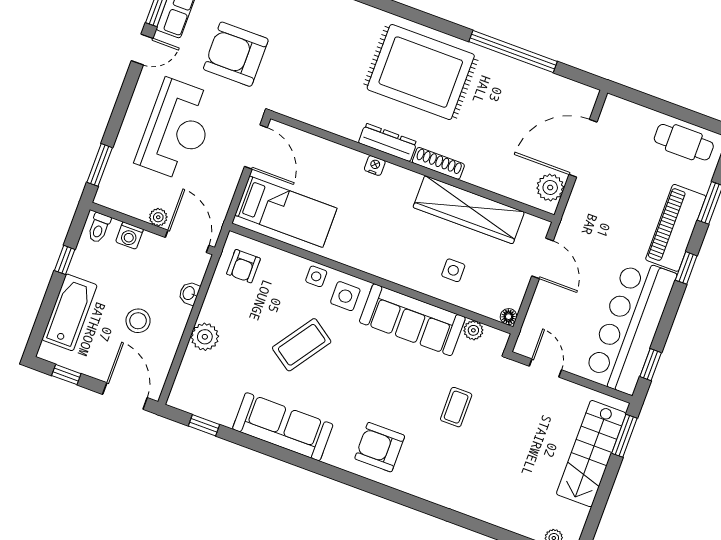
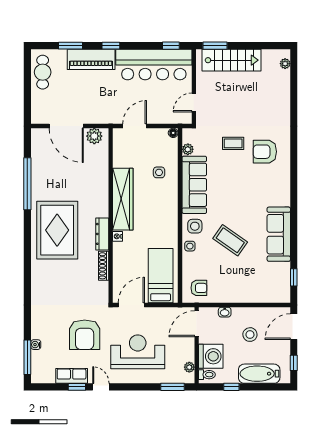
shoe rack: (438, 163) -> (104, 266), moved
wardrobe: (469, 210) -> (123, 199), moved
plant: (158, 217) -> (189, 367), moved
washing machine: (129, 236) -> (211, 356), width x1.89, depth x1.89
plant: (205, 337) -> (245, 295), removed
armchair: (380, 447) -> (265, 152), moved, turned 90

